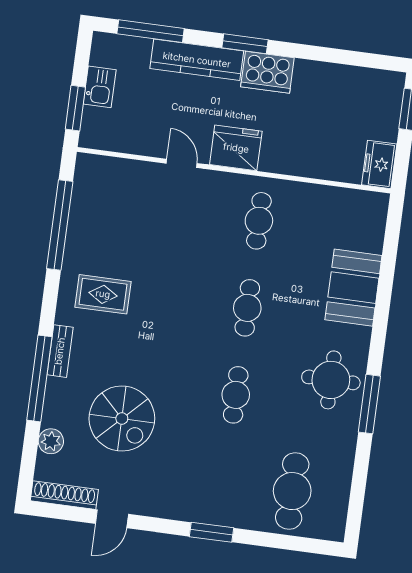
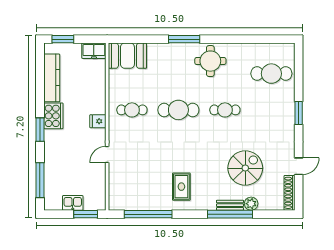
kitchen counter: (197, 60) -> (52, 78), moved
fridge: (236, 148) -> (98, 121), width x0.53, depth x0.75
booth: (353, 288) -> (127, 56), moved
cafe table: (247, 308) -> (178, 110), width x1.37, depth x1.35
bench: (60, 351) -> (230, 205), moved
window: (369, 404) -> (184, 39), moved
plant: (51, 441) -> (251, 204), moved
door: (112, 519) -> (299, 166), hinge flipped

